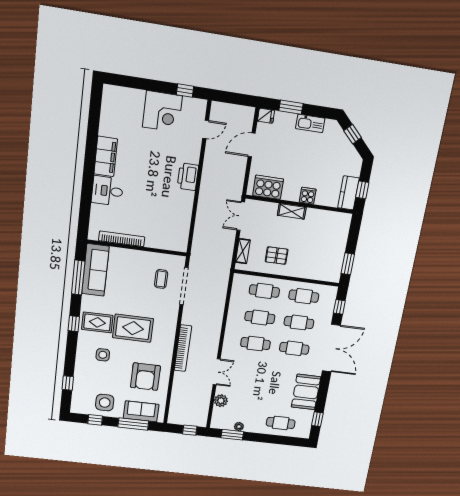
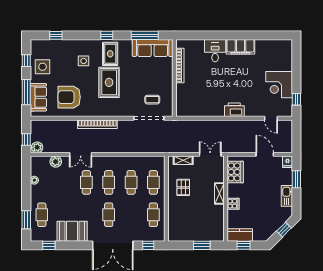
window: (348, 264) -> (202, 245), moved
cafe table: (299, 322) -> (86, 182), moved
plant: (201, 419) -> (37, 147), added
window: (232, 435) -> (26, 220), moved

